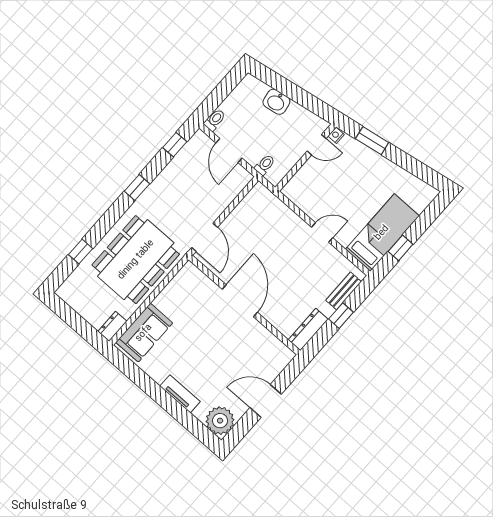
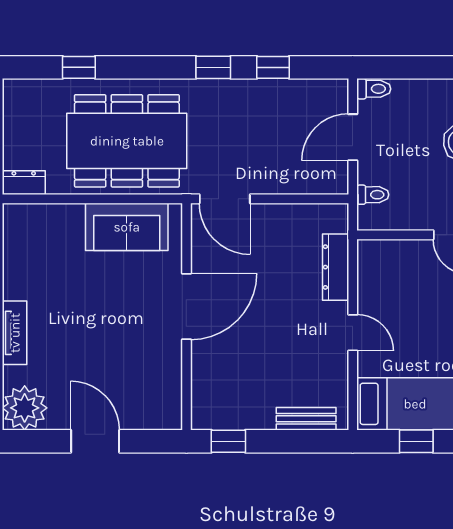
window: (175, 145) -> (273, 67), moved
door: (205, 237) -> (225, 199), hinge flipped
window: (341, 316) -> (228, 441), moved
dresser: (308, 329) -> (336, 267), moved, turned -90
sofa: (144, 333) -> (127, 227), moved

